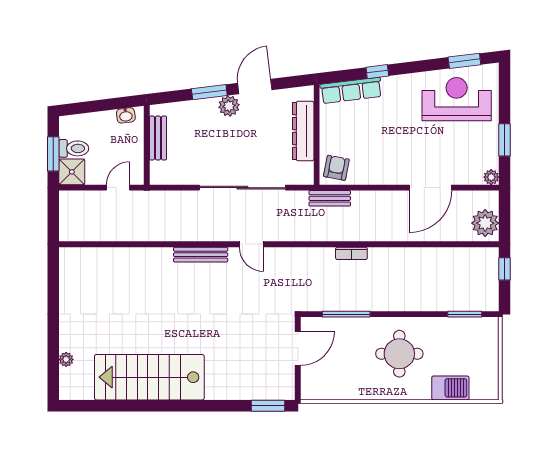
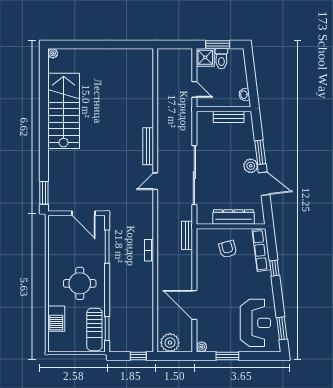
armchair: (336, 168) -> (228, 249), moved, turned -116
sun lounger: (466, 332) -> (94, 329), added
plant: (66, 359) -> (53, 53), moved

